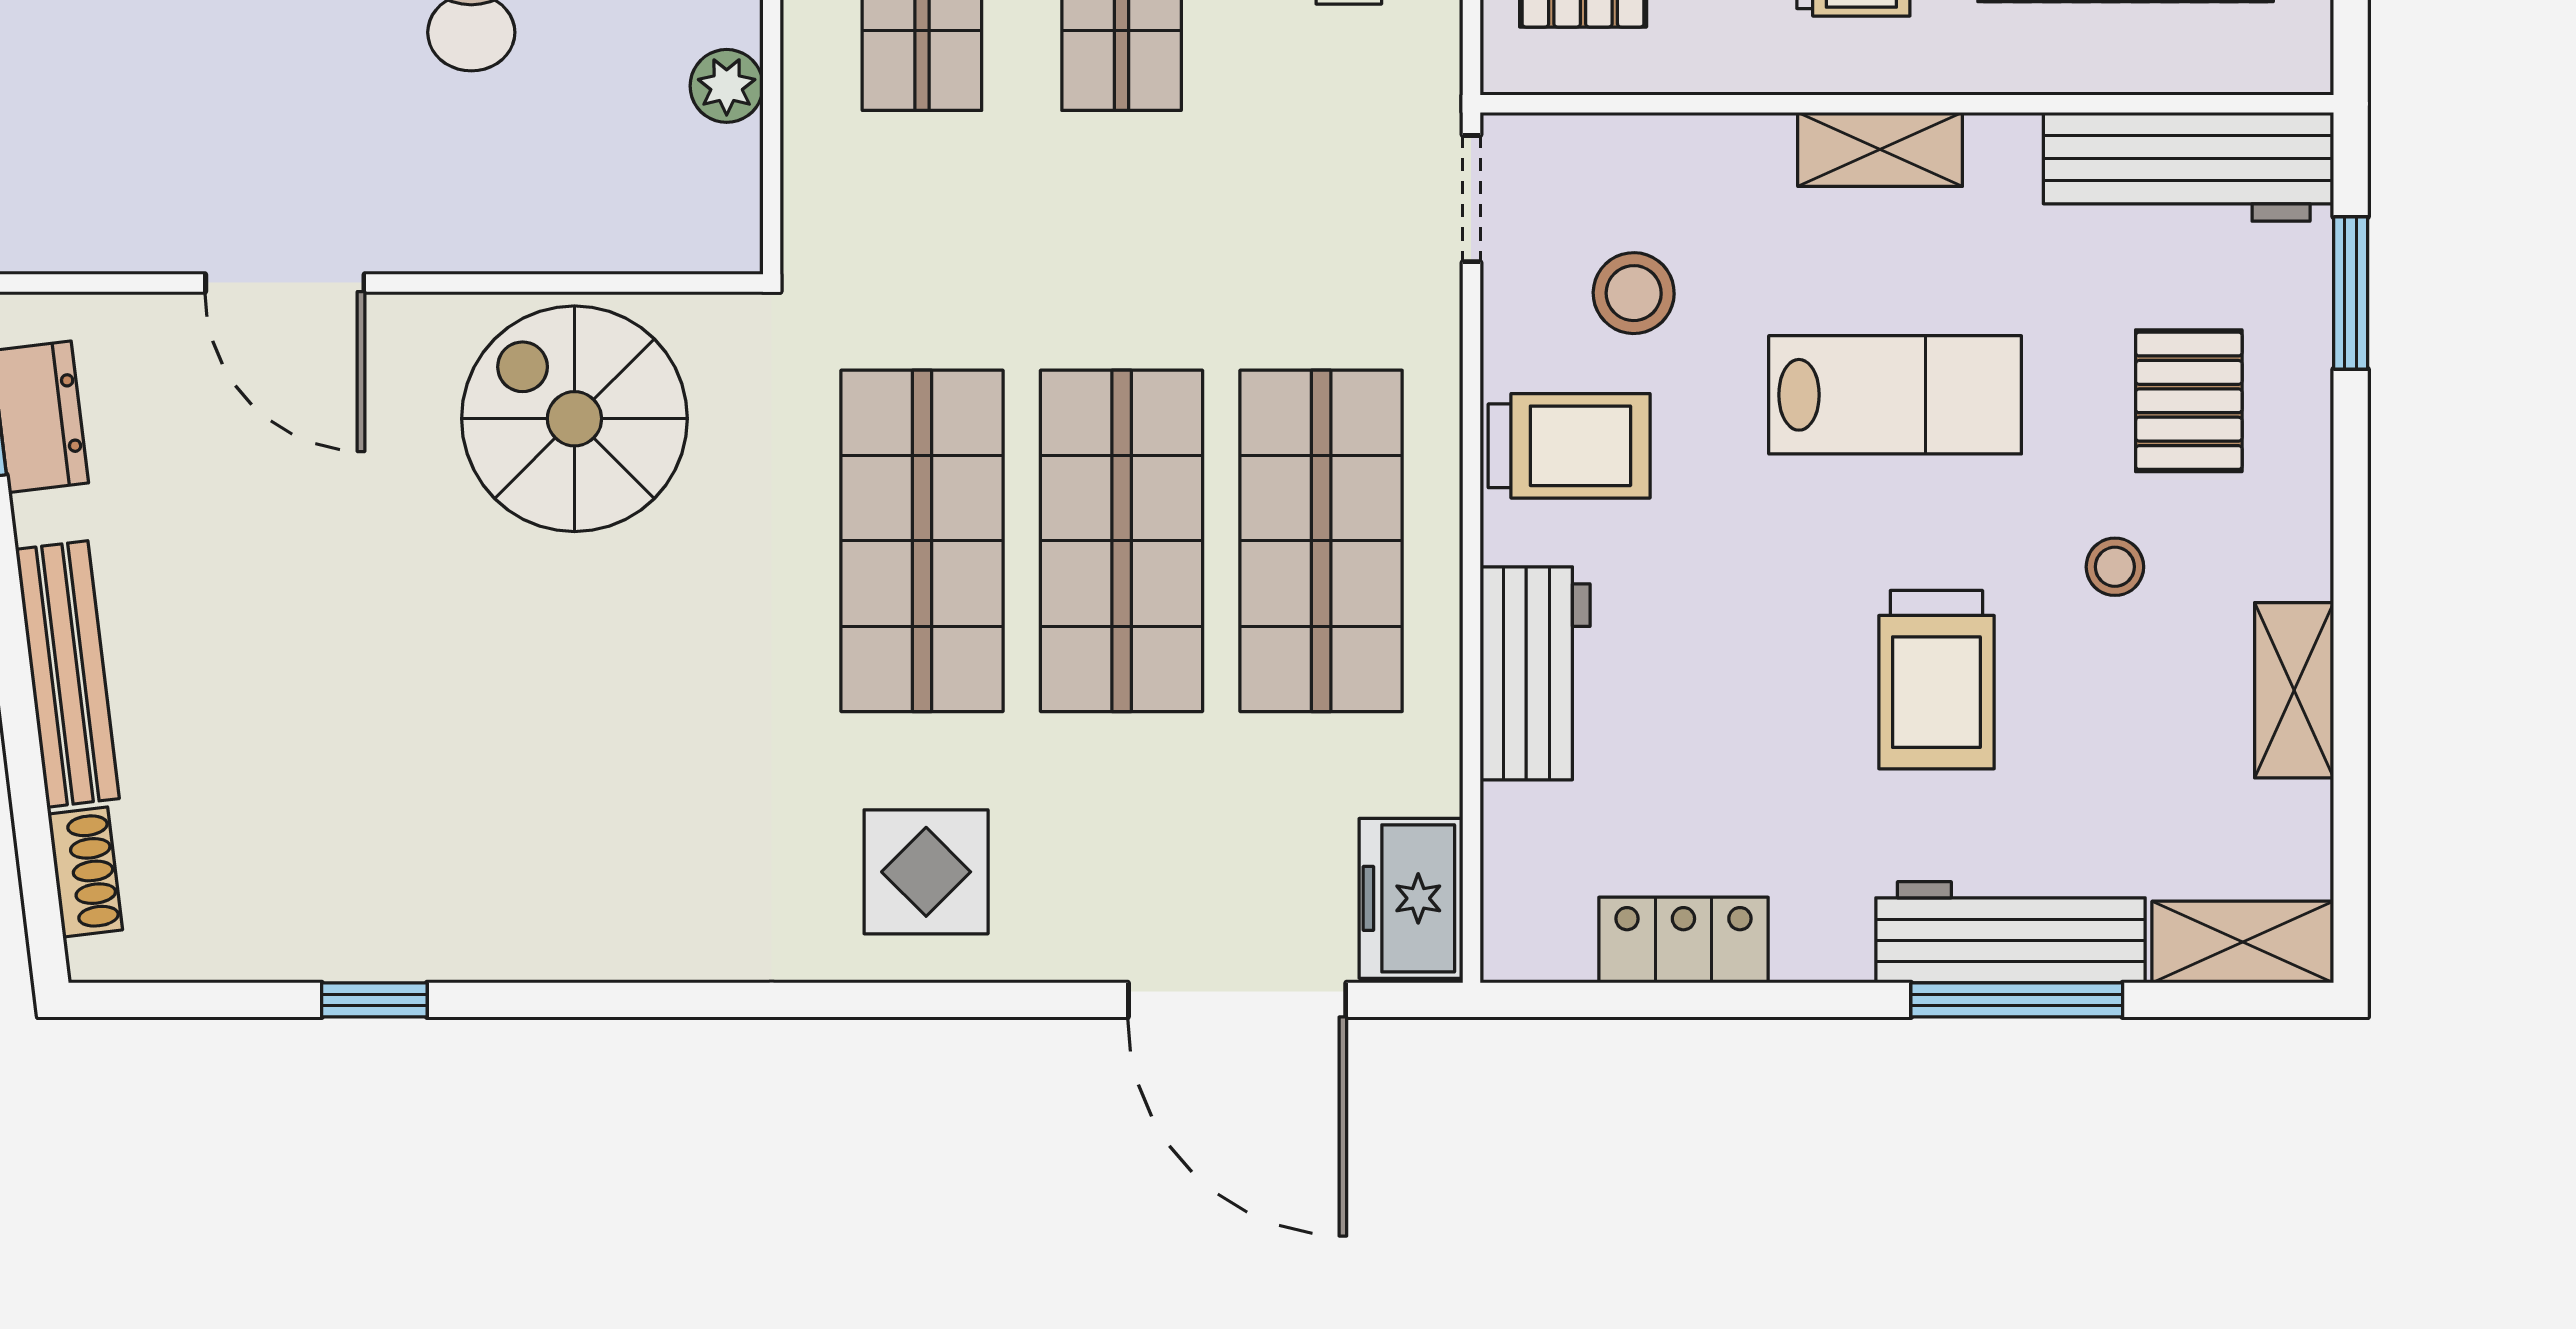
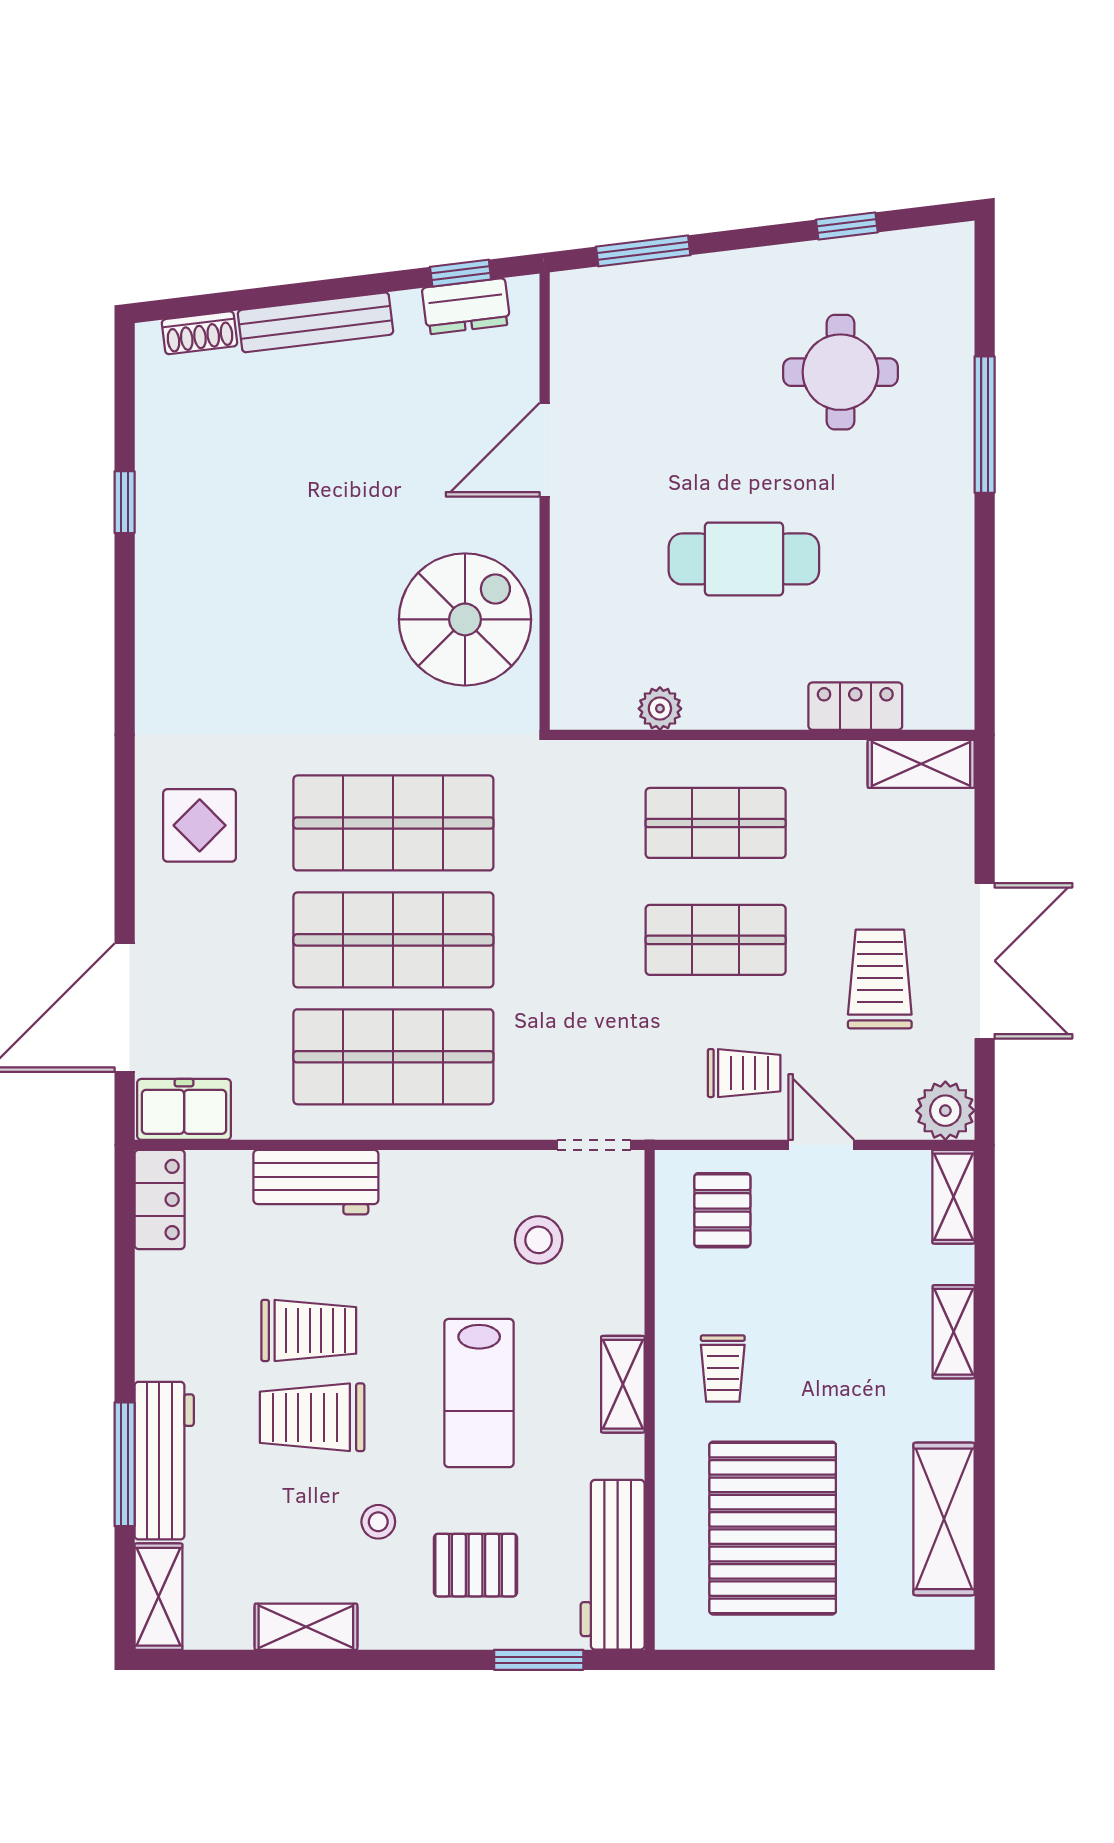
trolley: (1569, 446) -> (309, 1330), moved, turned -90
locker: (1683, 940) -> (160, 1199), moved

